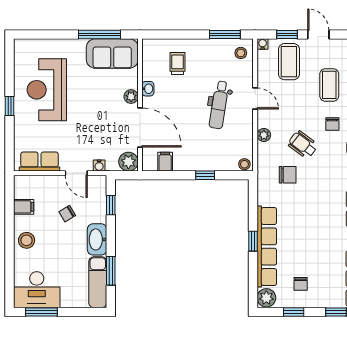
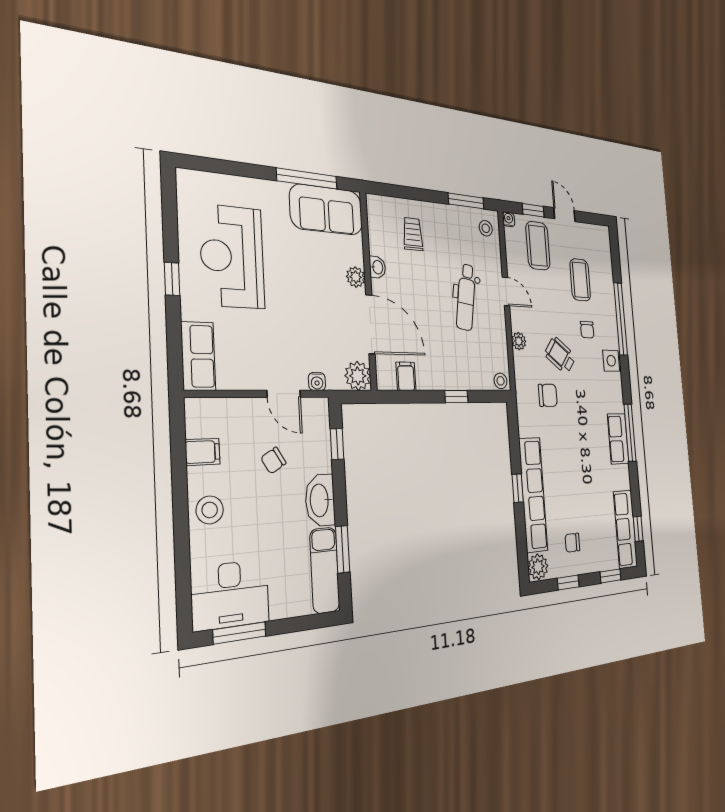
row of seats: (40, 162) -> (198, 356), moved, turned 90
chair: (301, 284) -> (572, 543), turned 90

